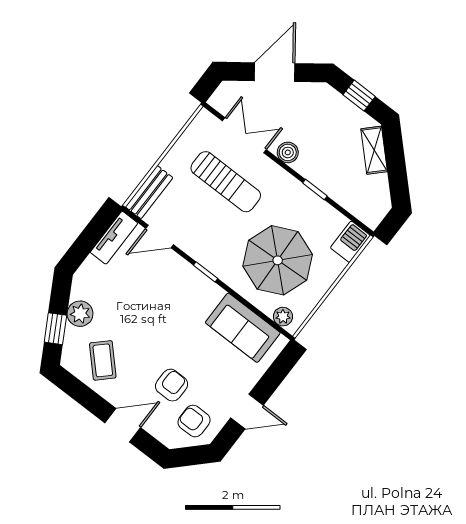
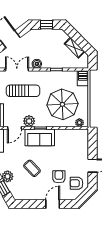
shelving: (374, 150) -> (74, 48), moved
plant: (195, 244) -> (29, 121), added
sofa: (243, 328) -> (40, 137), moved
coffee table: (103, 360) -> (32, 168), moved

